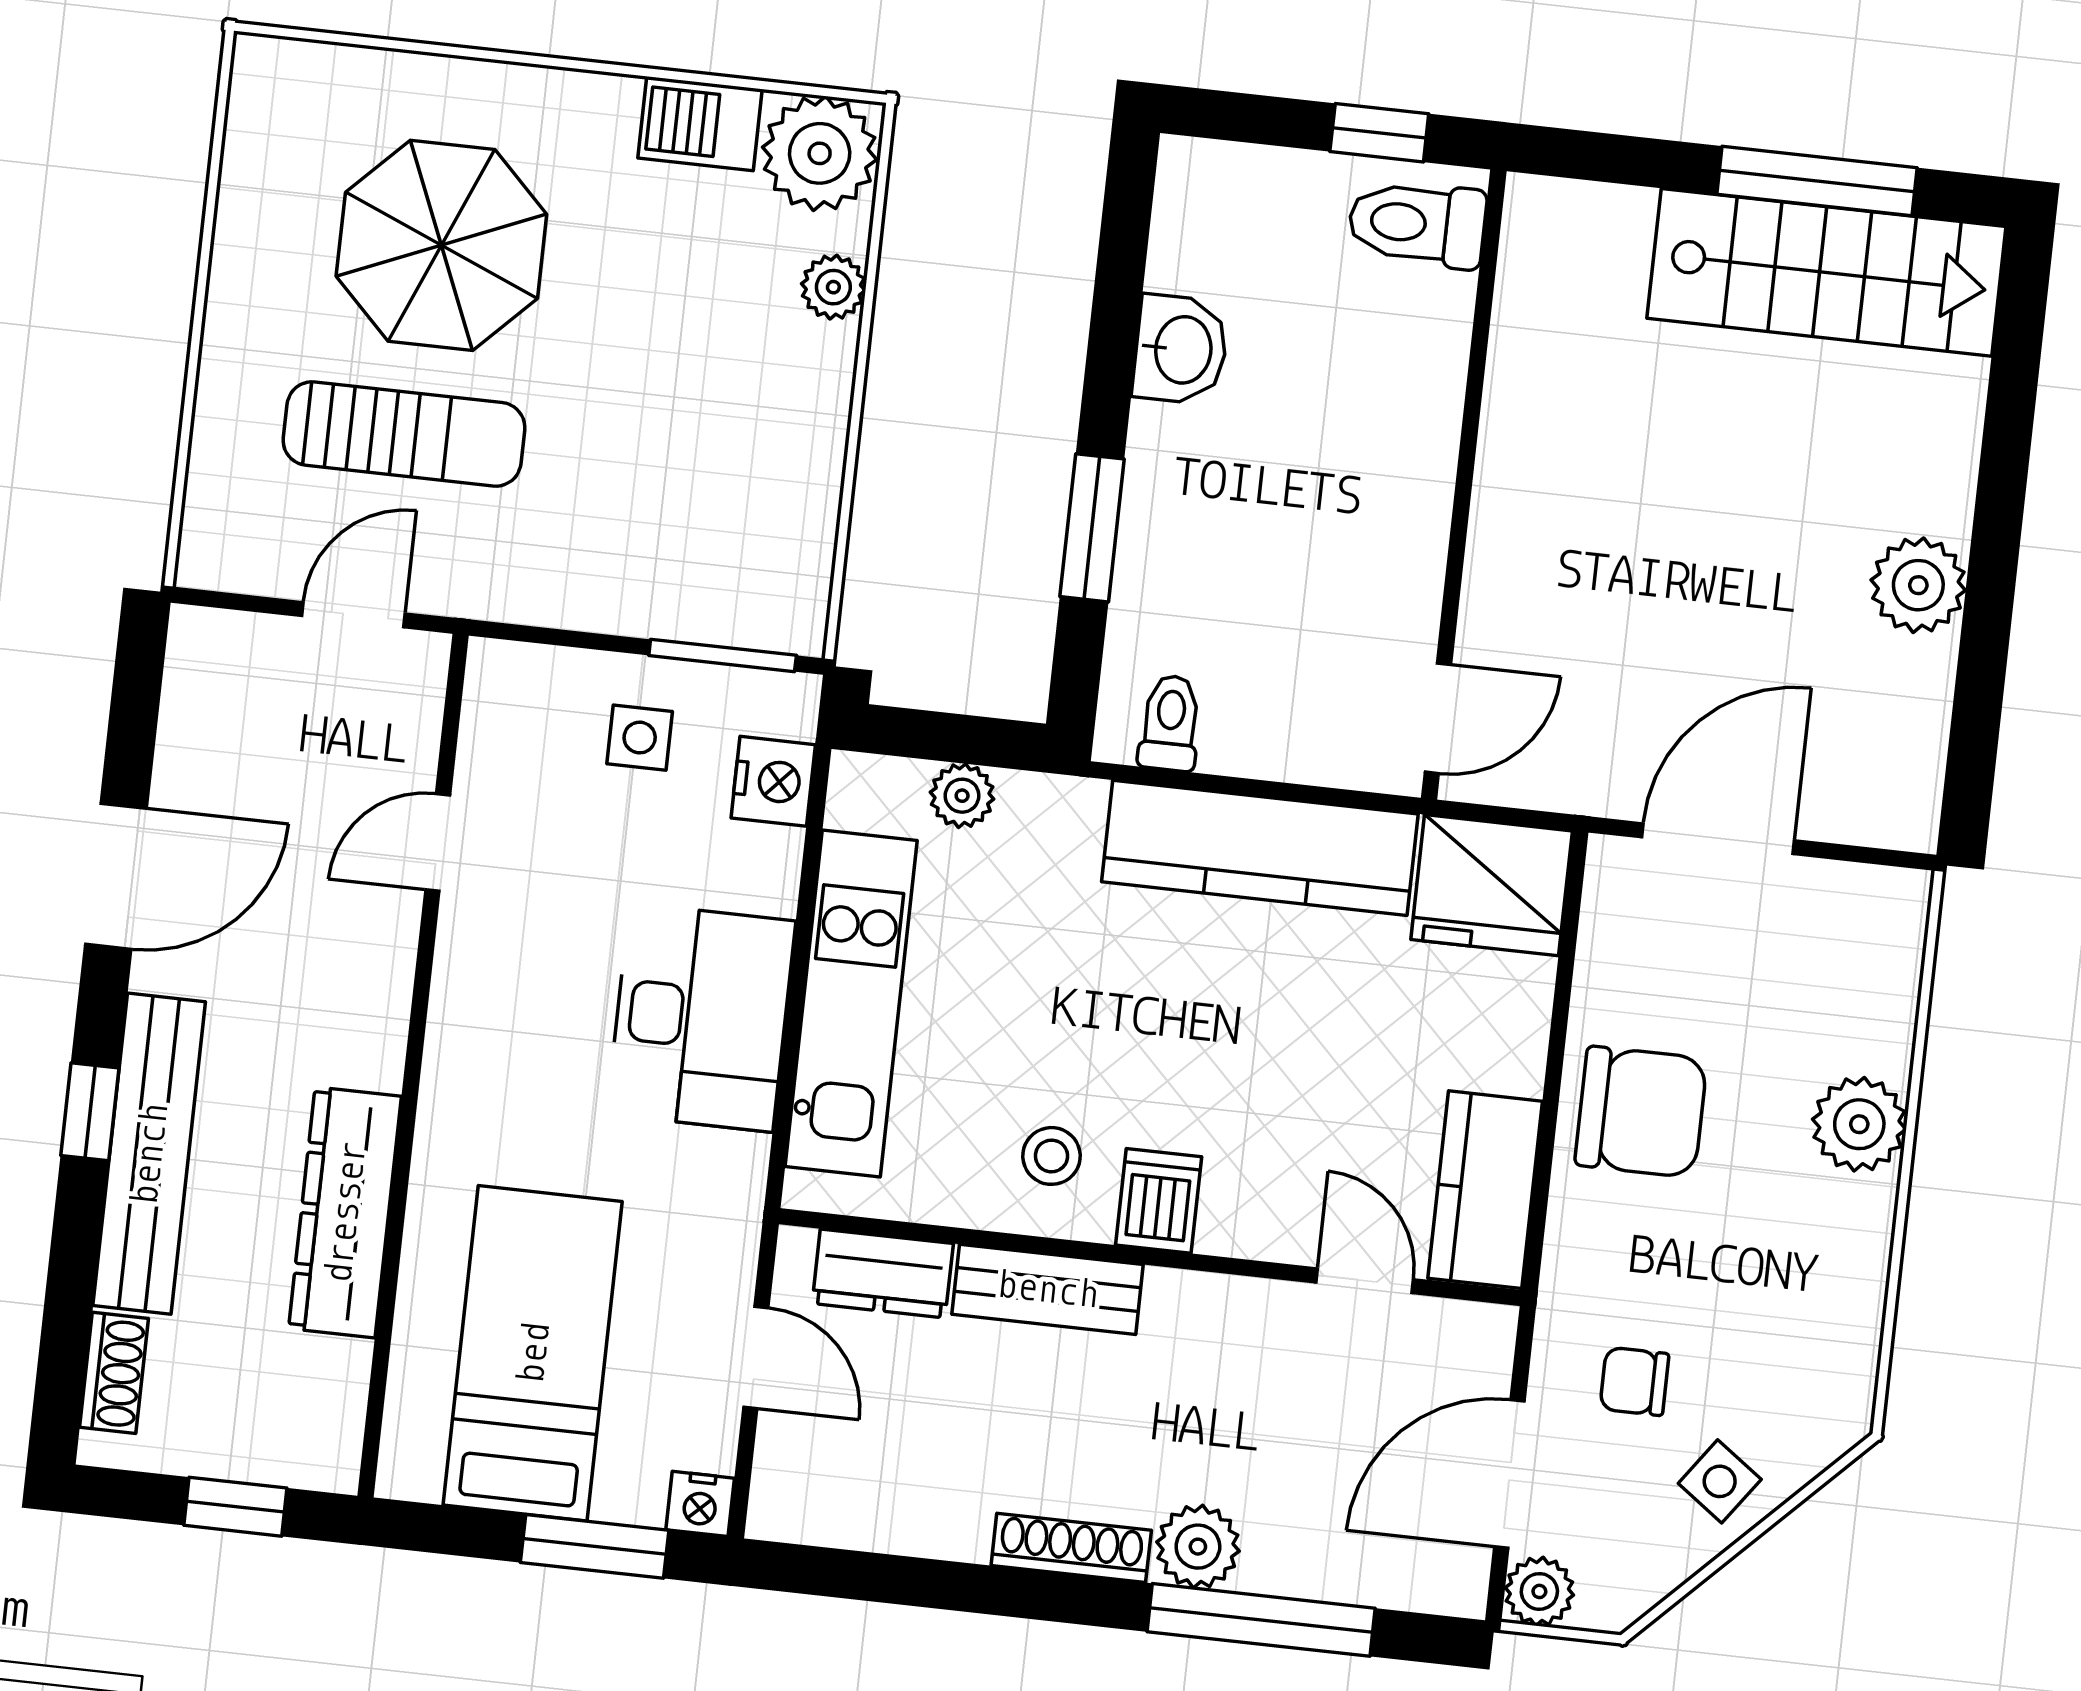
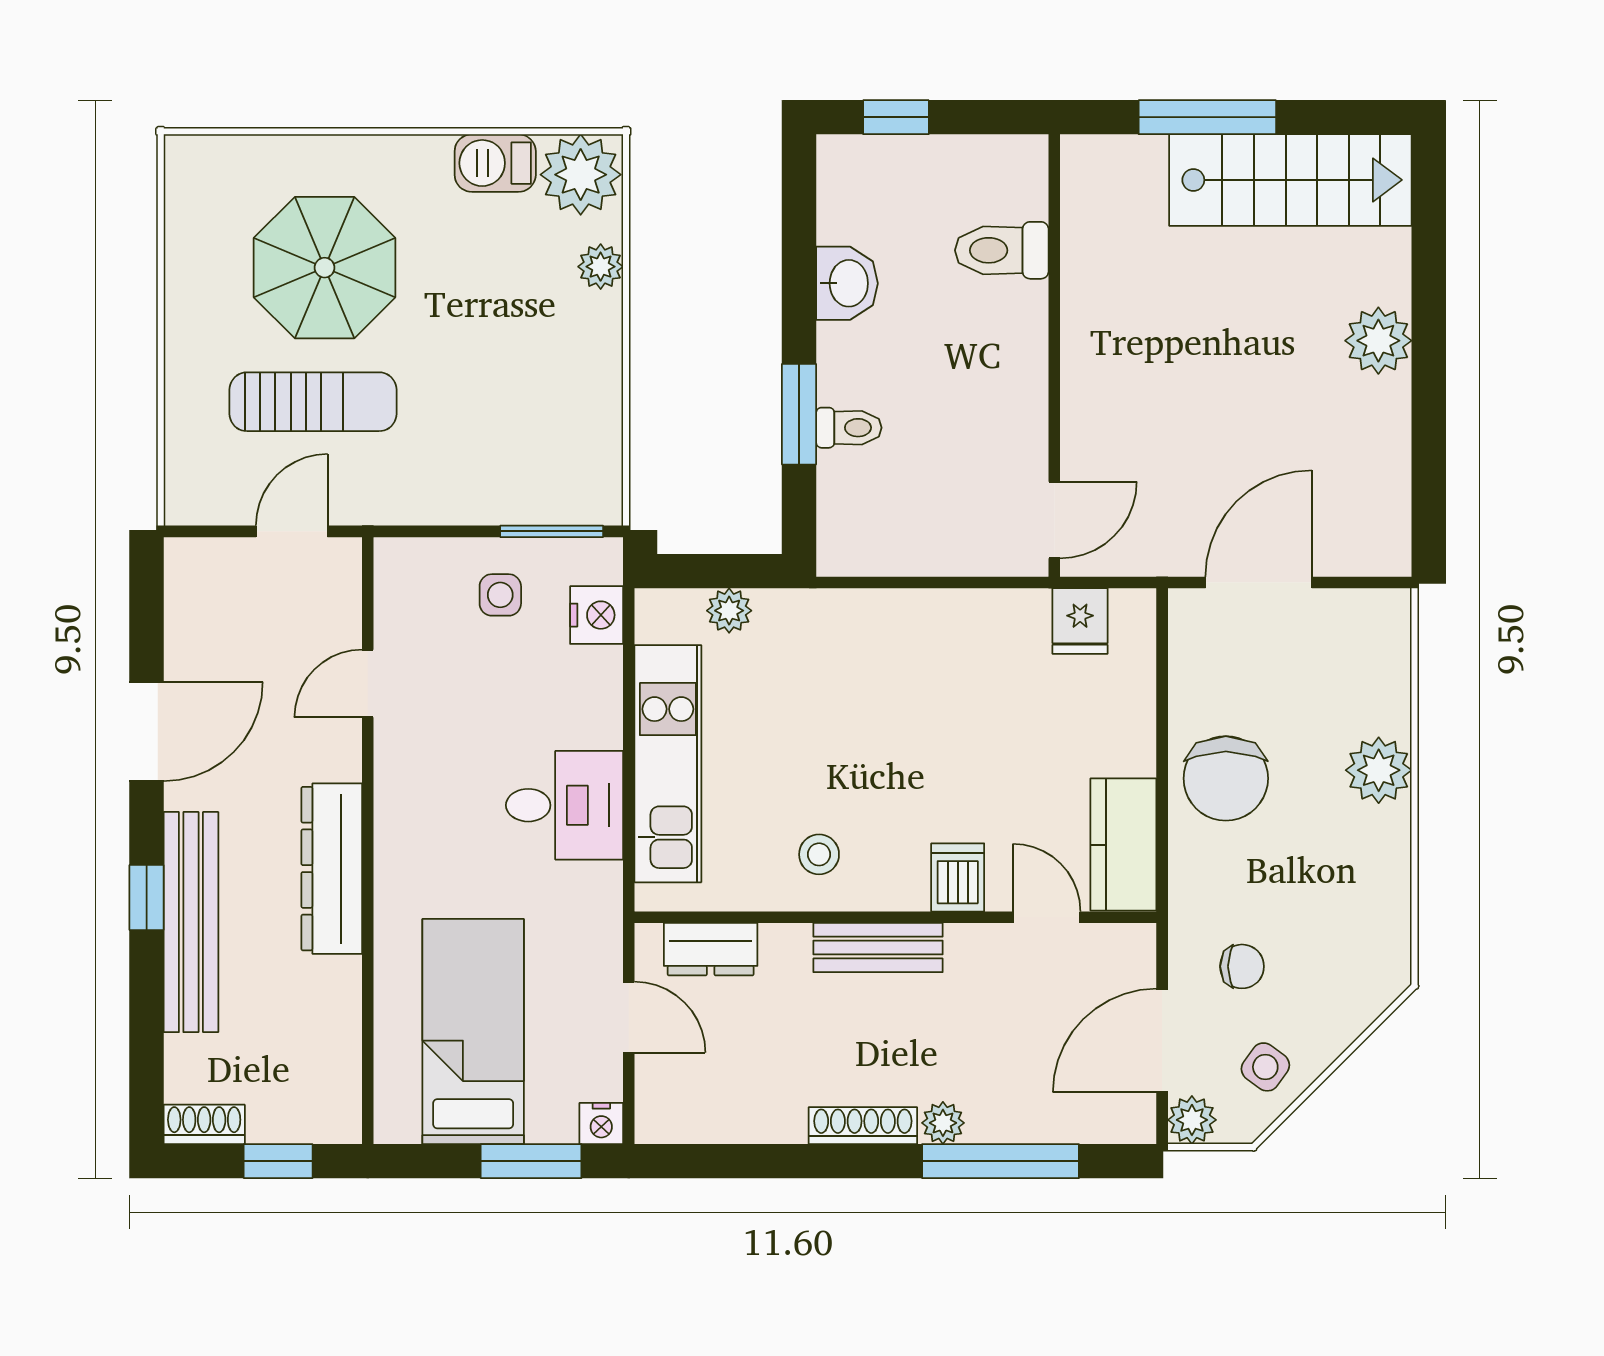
window: (1379, 133) -> (896, 117), moved
window: (1817, 181) -> (1207, 117), moved
toilet: (1417, 224) -> (1002, 250), moved
plant: (1918, 585) -> (1378, 341), moved
toilet: (1170, 723) -> (849, 428), moved, turned 90
kitchen counter: (1260, 848) -> (940, 624), removed
fridge: (1492, 885) -> (1080, 621), width x0.53, depth x0.75
desk: (701, 1018) -> (565, 805), width x0.73
chair: (1641, 1112) -> (1226, 778), turned 90
dishwasher: (1159, 1201) -> (958, 877), moved
dresser: (345, 1212) -> (332, 869), moved
bench: (1048, 1289) -> (878, 948), moved
shoe rack: (114, 1373) -> (204, 1124), moved, turned -90
chair: (1634, 1381) -> (1242, 966), turned 180
side table: (1720, 1481) -> (1265, 1067), moved
plant: (1198, 1547) -> (943, 1123), width x0.73, depth x0.73

